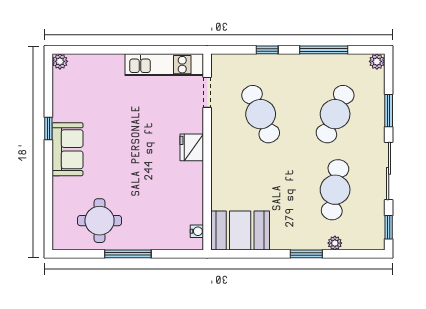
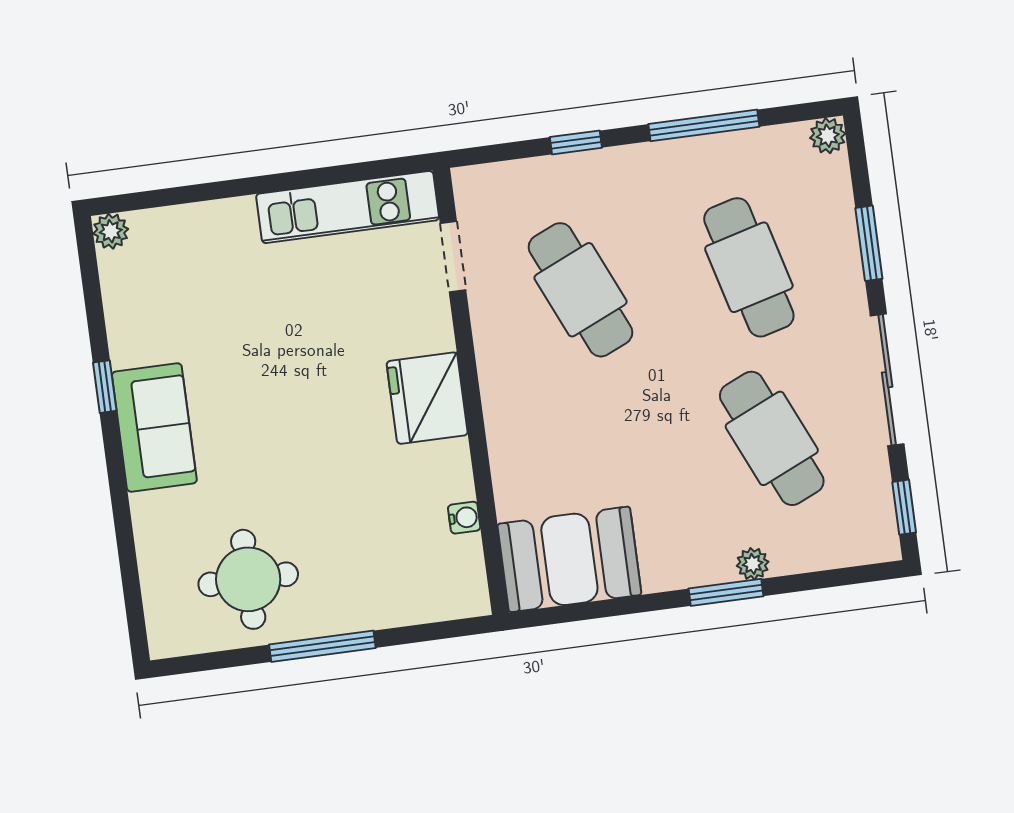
cafe table: (335, 114) -> (749, 267), turned -39
fridge: (192, 147) -> (427, 398), width x1.36, depth x1.34
cafe table: (335, 190) -> (772, 438), turned -33
water cooler: (197, 231) -> (464, 518), moved
plant: (335, 243) -> (753, 564), moved

